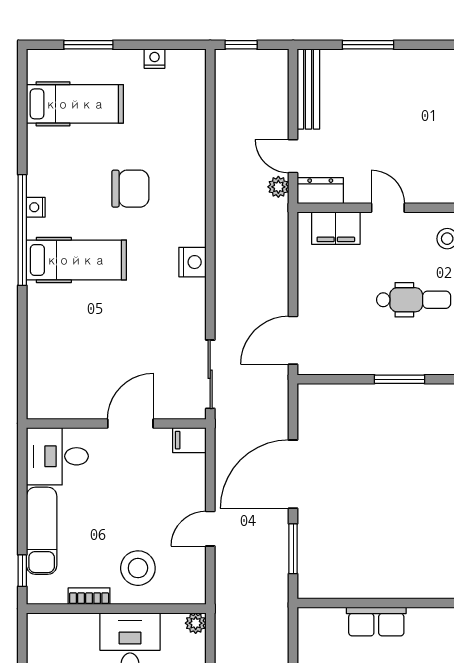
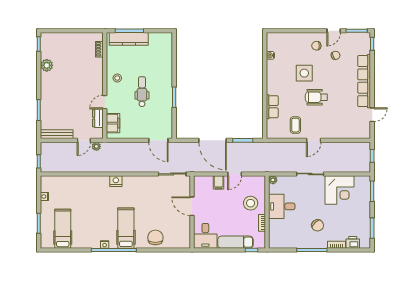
chair: (130, 189) -> (155, 237), moved
dresser: (320, 191) -> (98, 118), moved
nightstand: (192, 262) -> (116, 181), moved
filing cabinet: (189, 440) -> (219, 182), moved
door: (210, 529) -> (235, 174), hinge flipped

